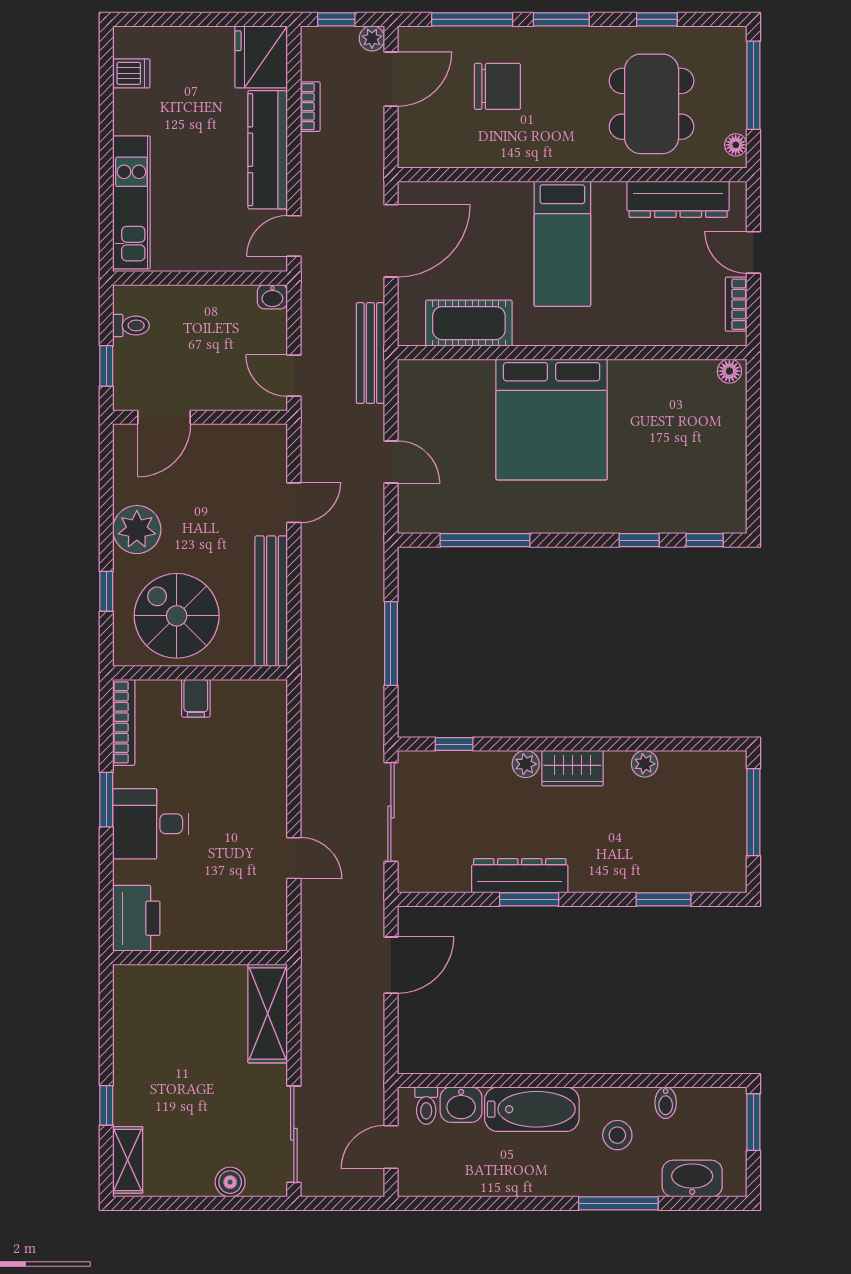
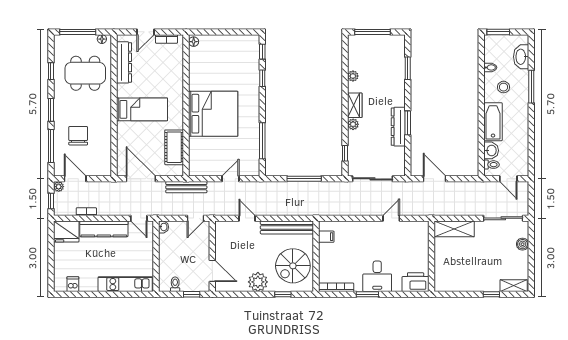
filing cabinet: (196, 698) -> (326, 237), moved

